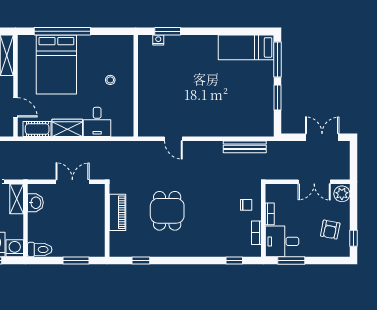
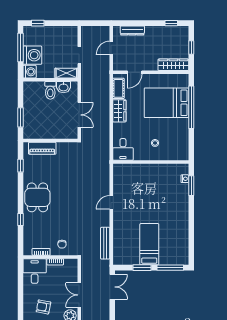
bed: (246, 47) -> (149, 244), moved
desk: (97, 122) -> (123, 149), moved, turned -90
double door: (322, 137) -> (112, 287), moved
door: (173, 139) -> (111, 202), moved
dining table: (167, 211) -> (37, 197), moved, turned 90
piano: (117, 212) -> (42, 148), moved
toilet: (40, 250) -> (50, 90), moved
window: (234, 260) -> (20, 219), moved
window: (291, 260) -> (20, 278), removed

